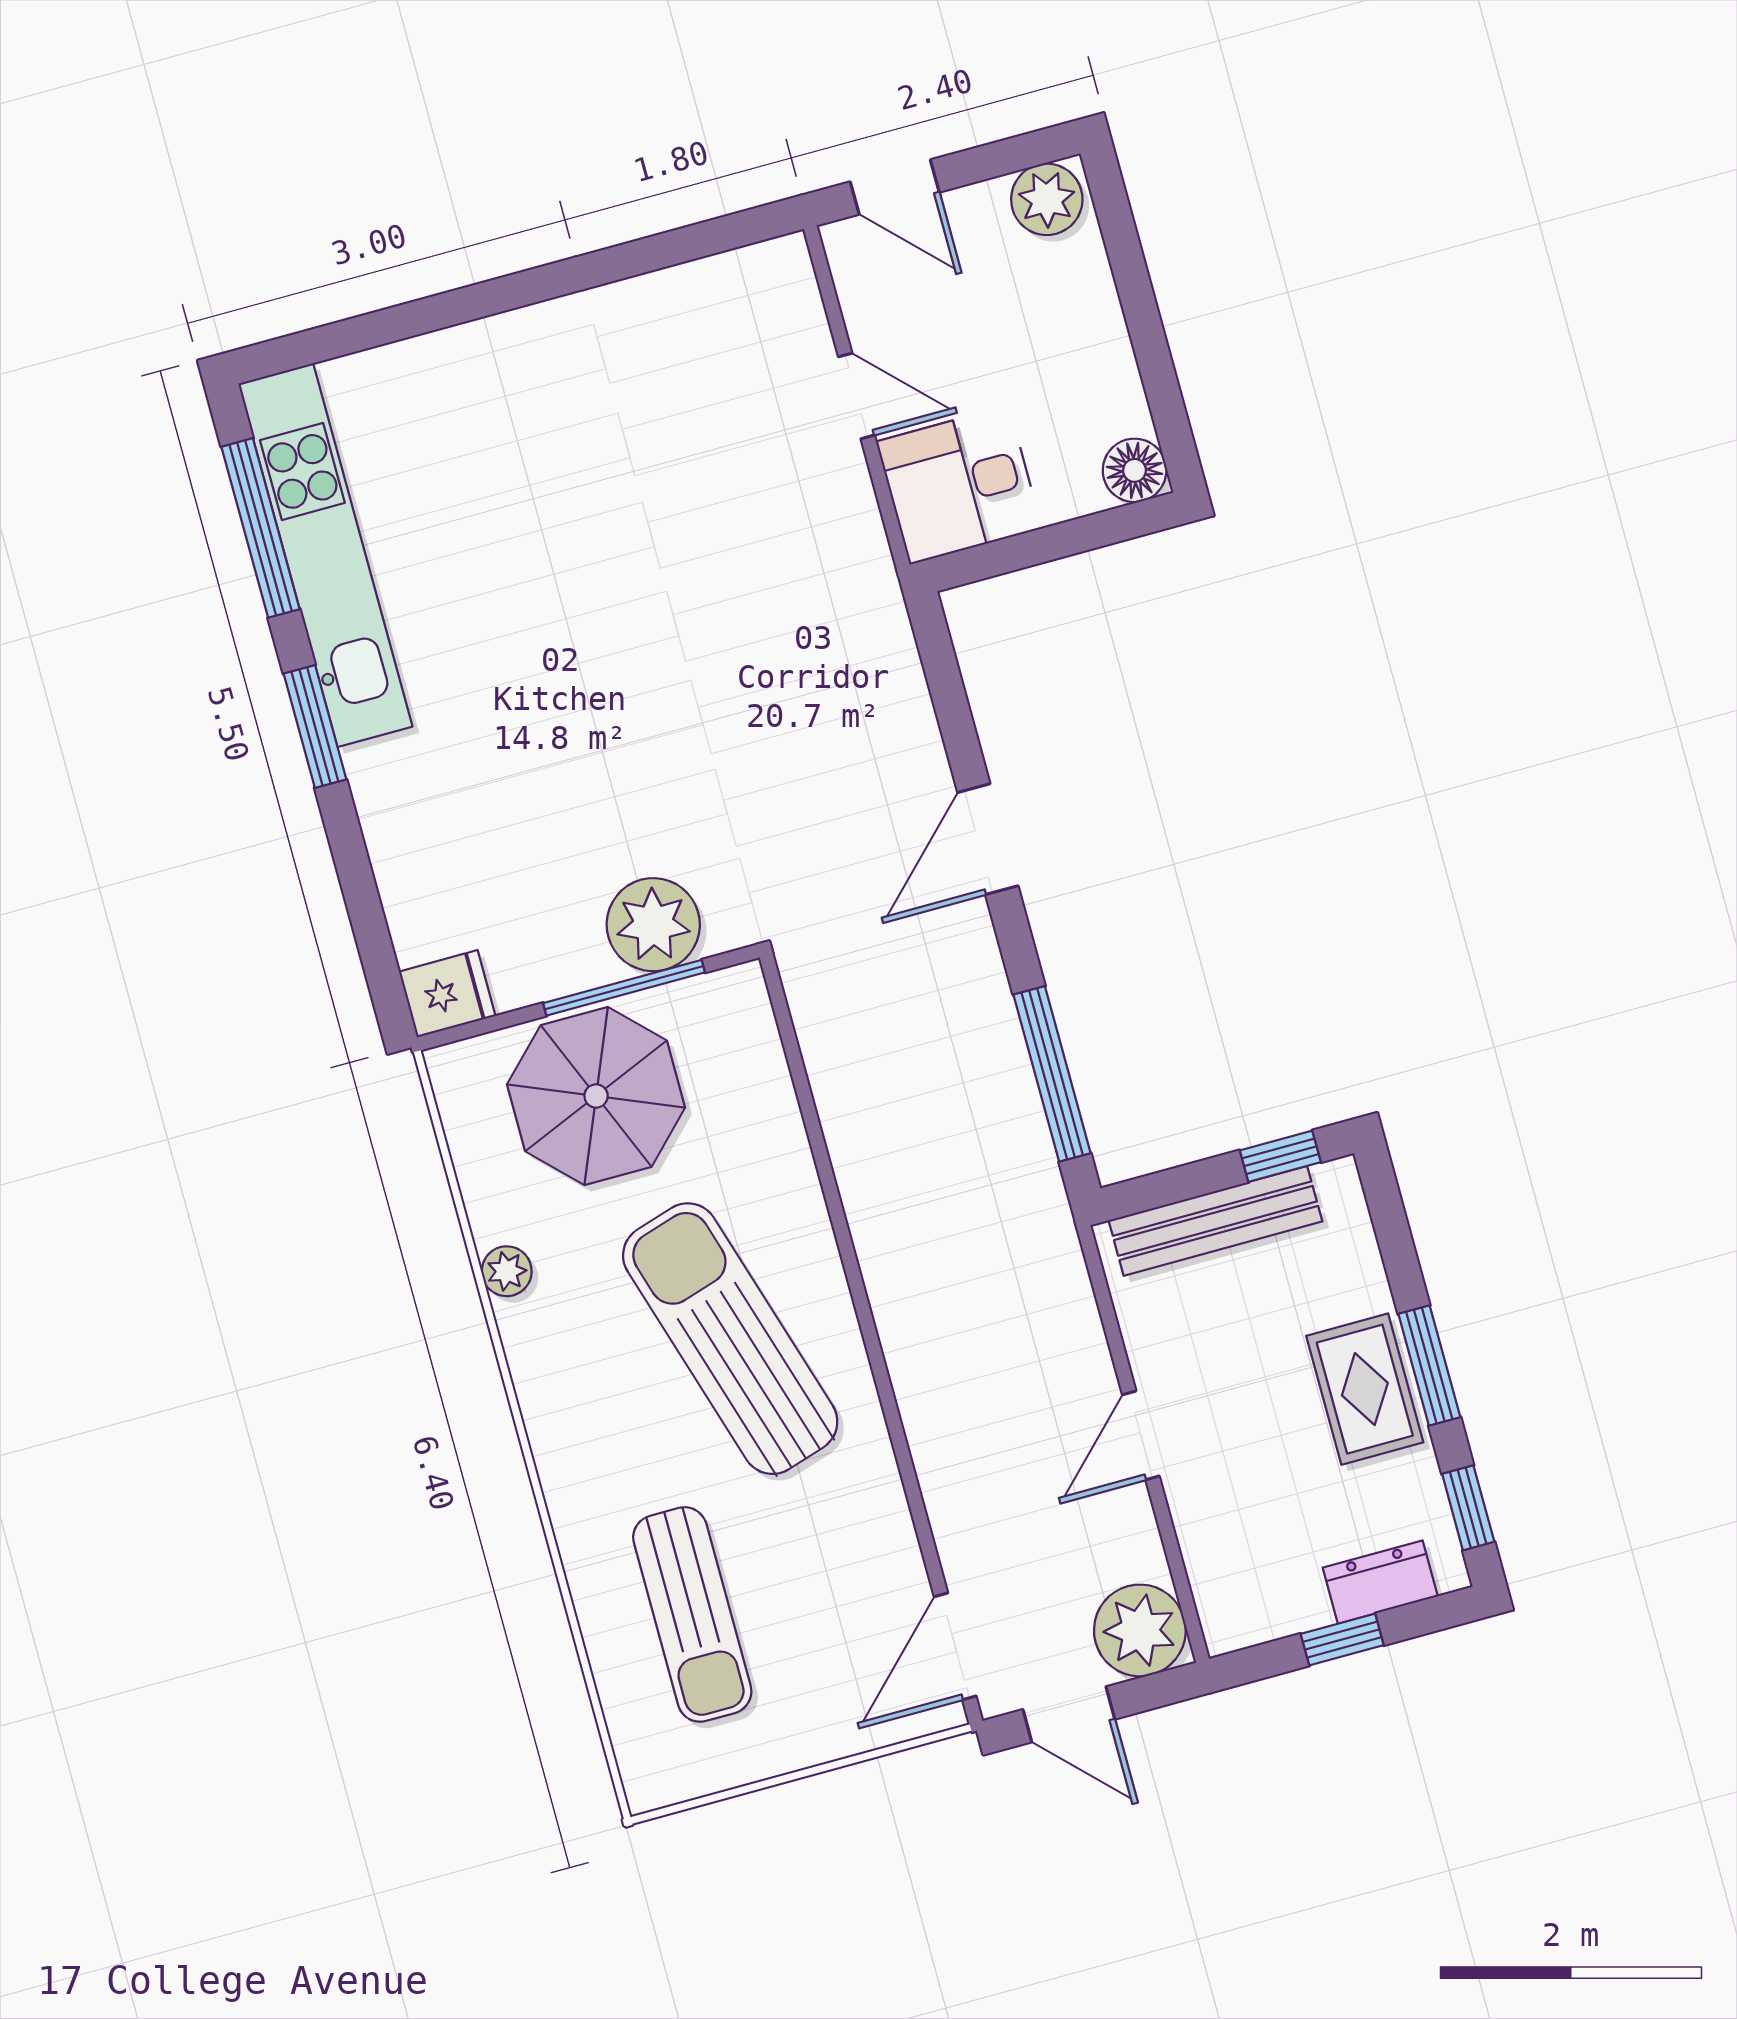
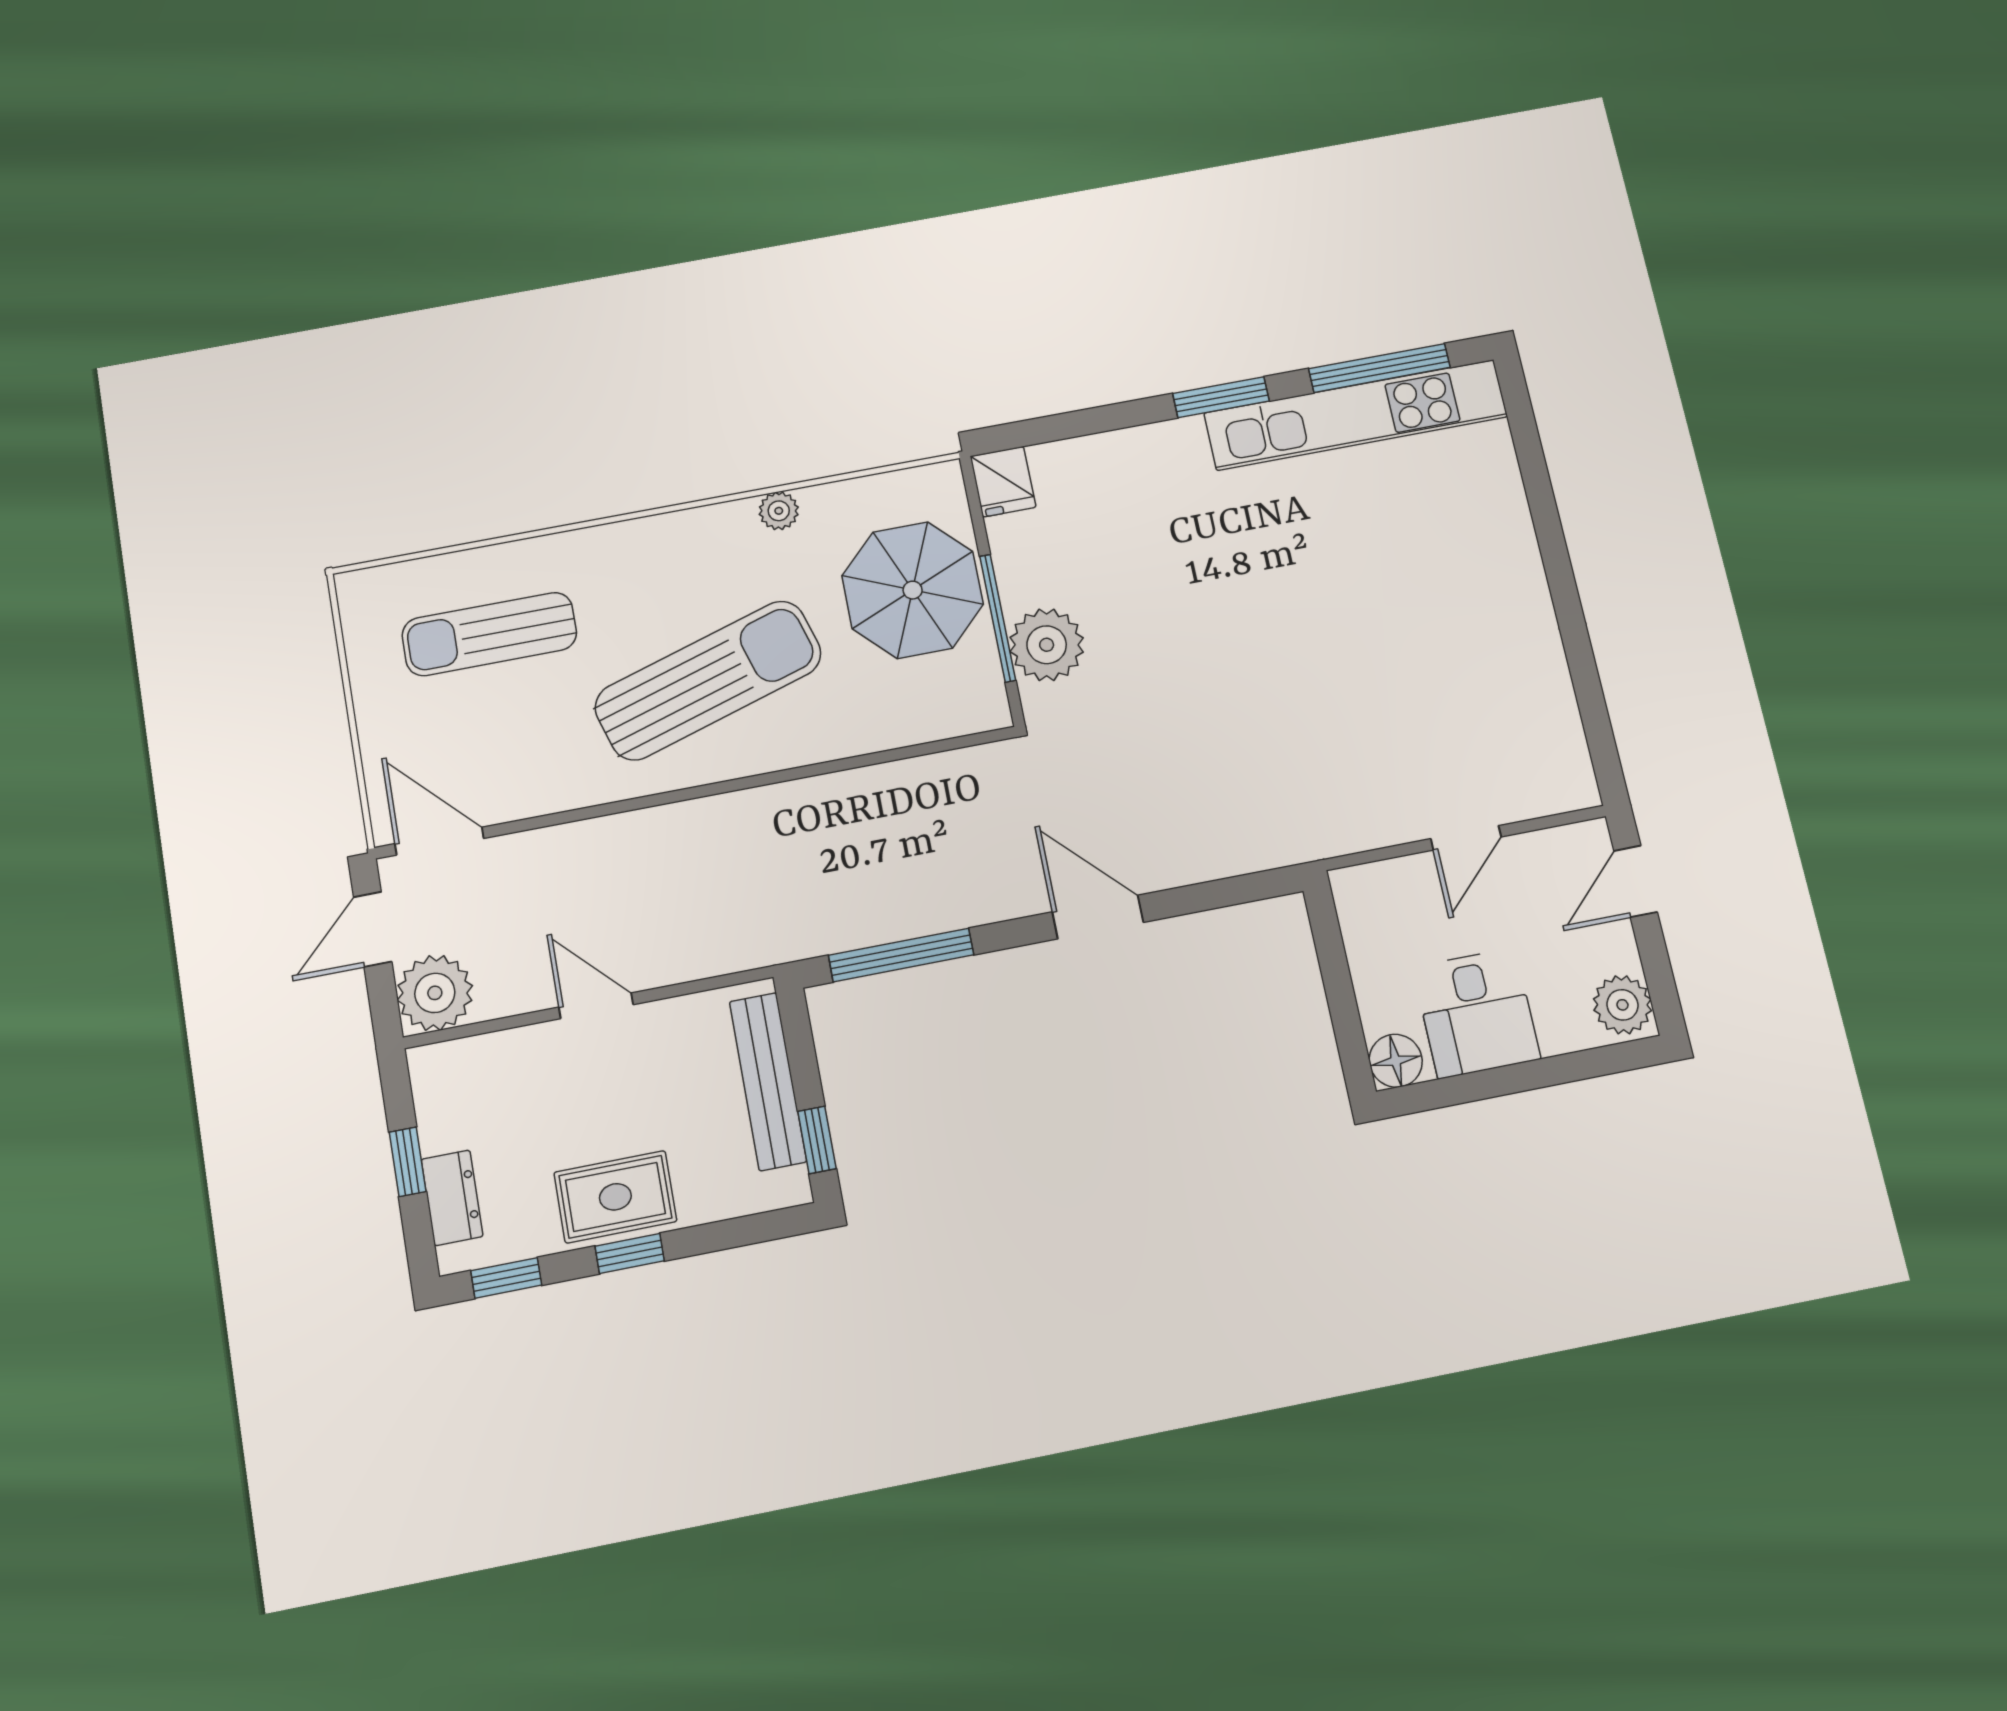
desk: (959, 485) -> (1477, 1013), moved, turned 180
window: (1429, 1366) -> (630, 1254), width x0.67

